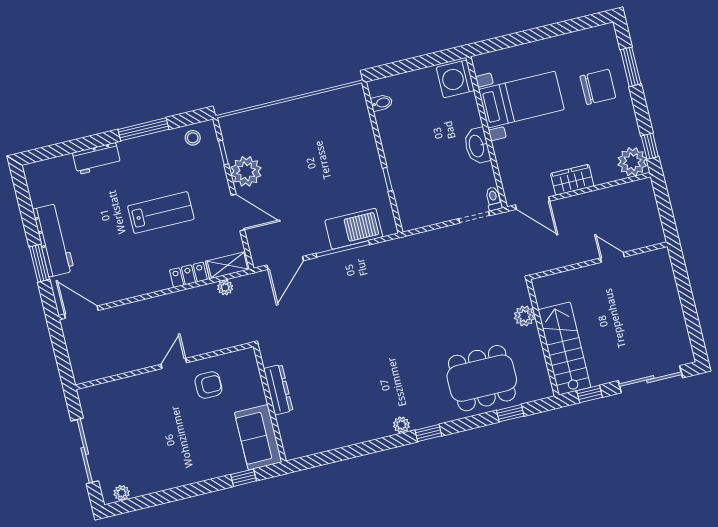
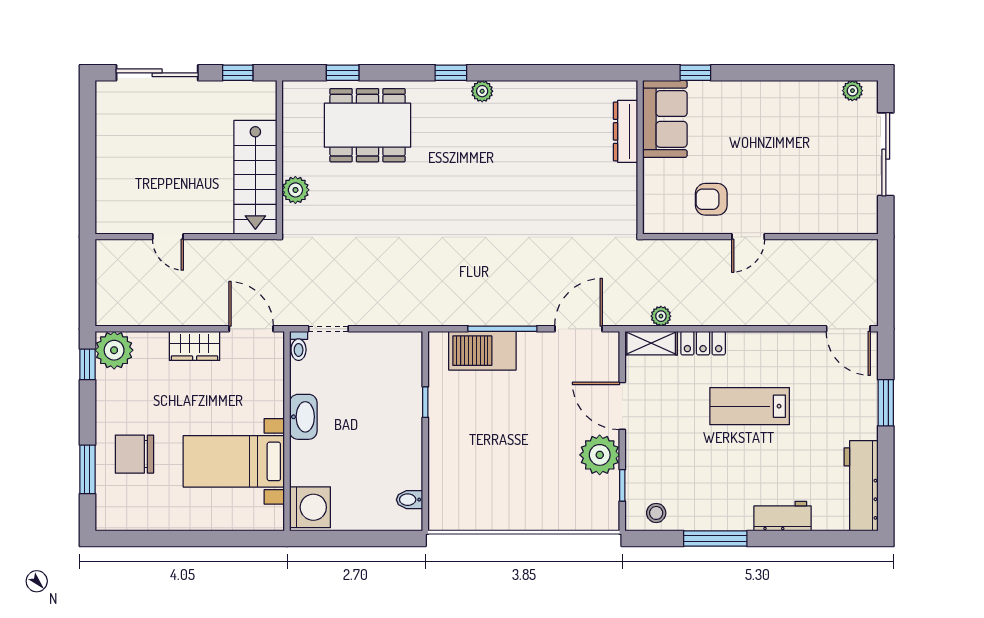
lab bench: (161, 213) -> (750, 406), moved
workbench: (53, 240) -> (861, 486), moved
stairs: (564, 348) -> (255, 177), moved
dresser: (278, 390) -> (625, 131), moved

